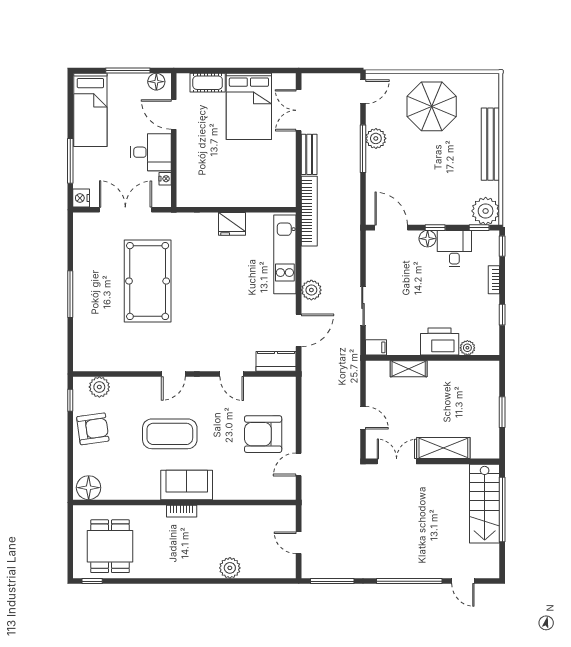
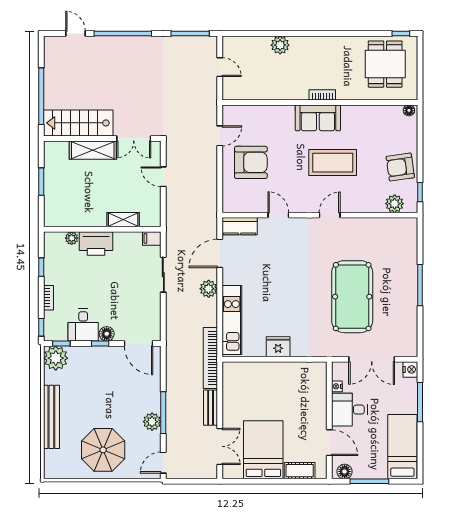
floor lamp: (89, 488) -> (409, 110), width x0.53, depth x0.53
stairs: (485, 504) -> (78, 123), moved, turned -90

